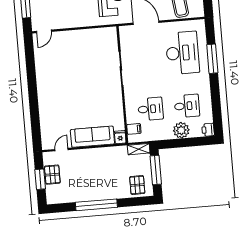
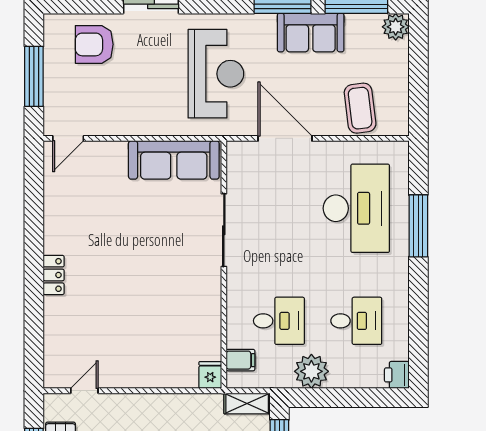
locker: (43, 96) -> (54, 275), added
plant: (181, 130) -> (311, 371), moved
sofa: (92, 137) -> (174, 160), moved, turned 180

